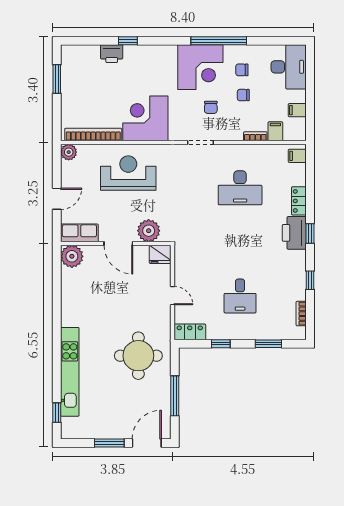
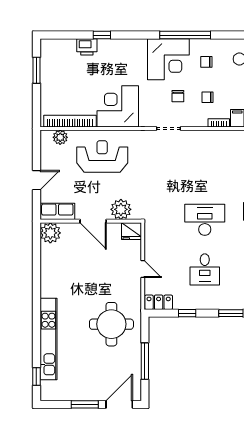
chair: (243, 95) -> (207, 97), moved
plant: (69, 152) -> (60, 137), moved
desk: (240, 188) -> (205, 220), moved, turned 180

